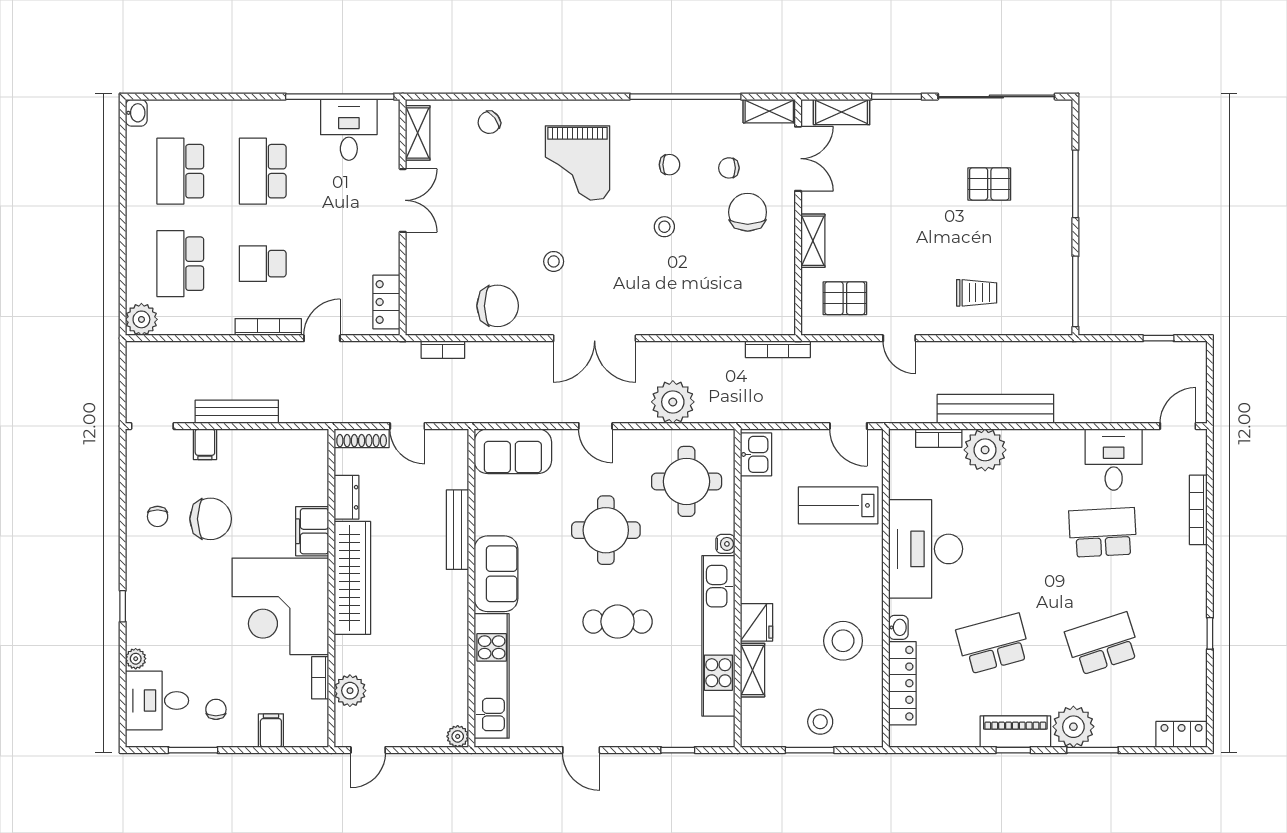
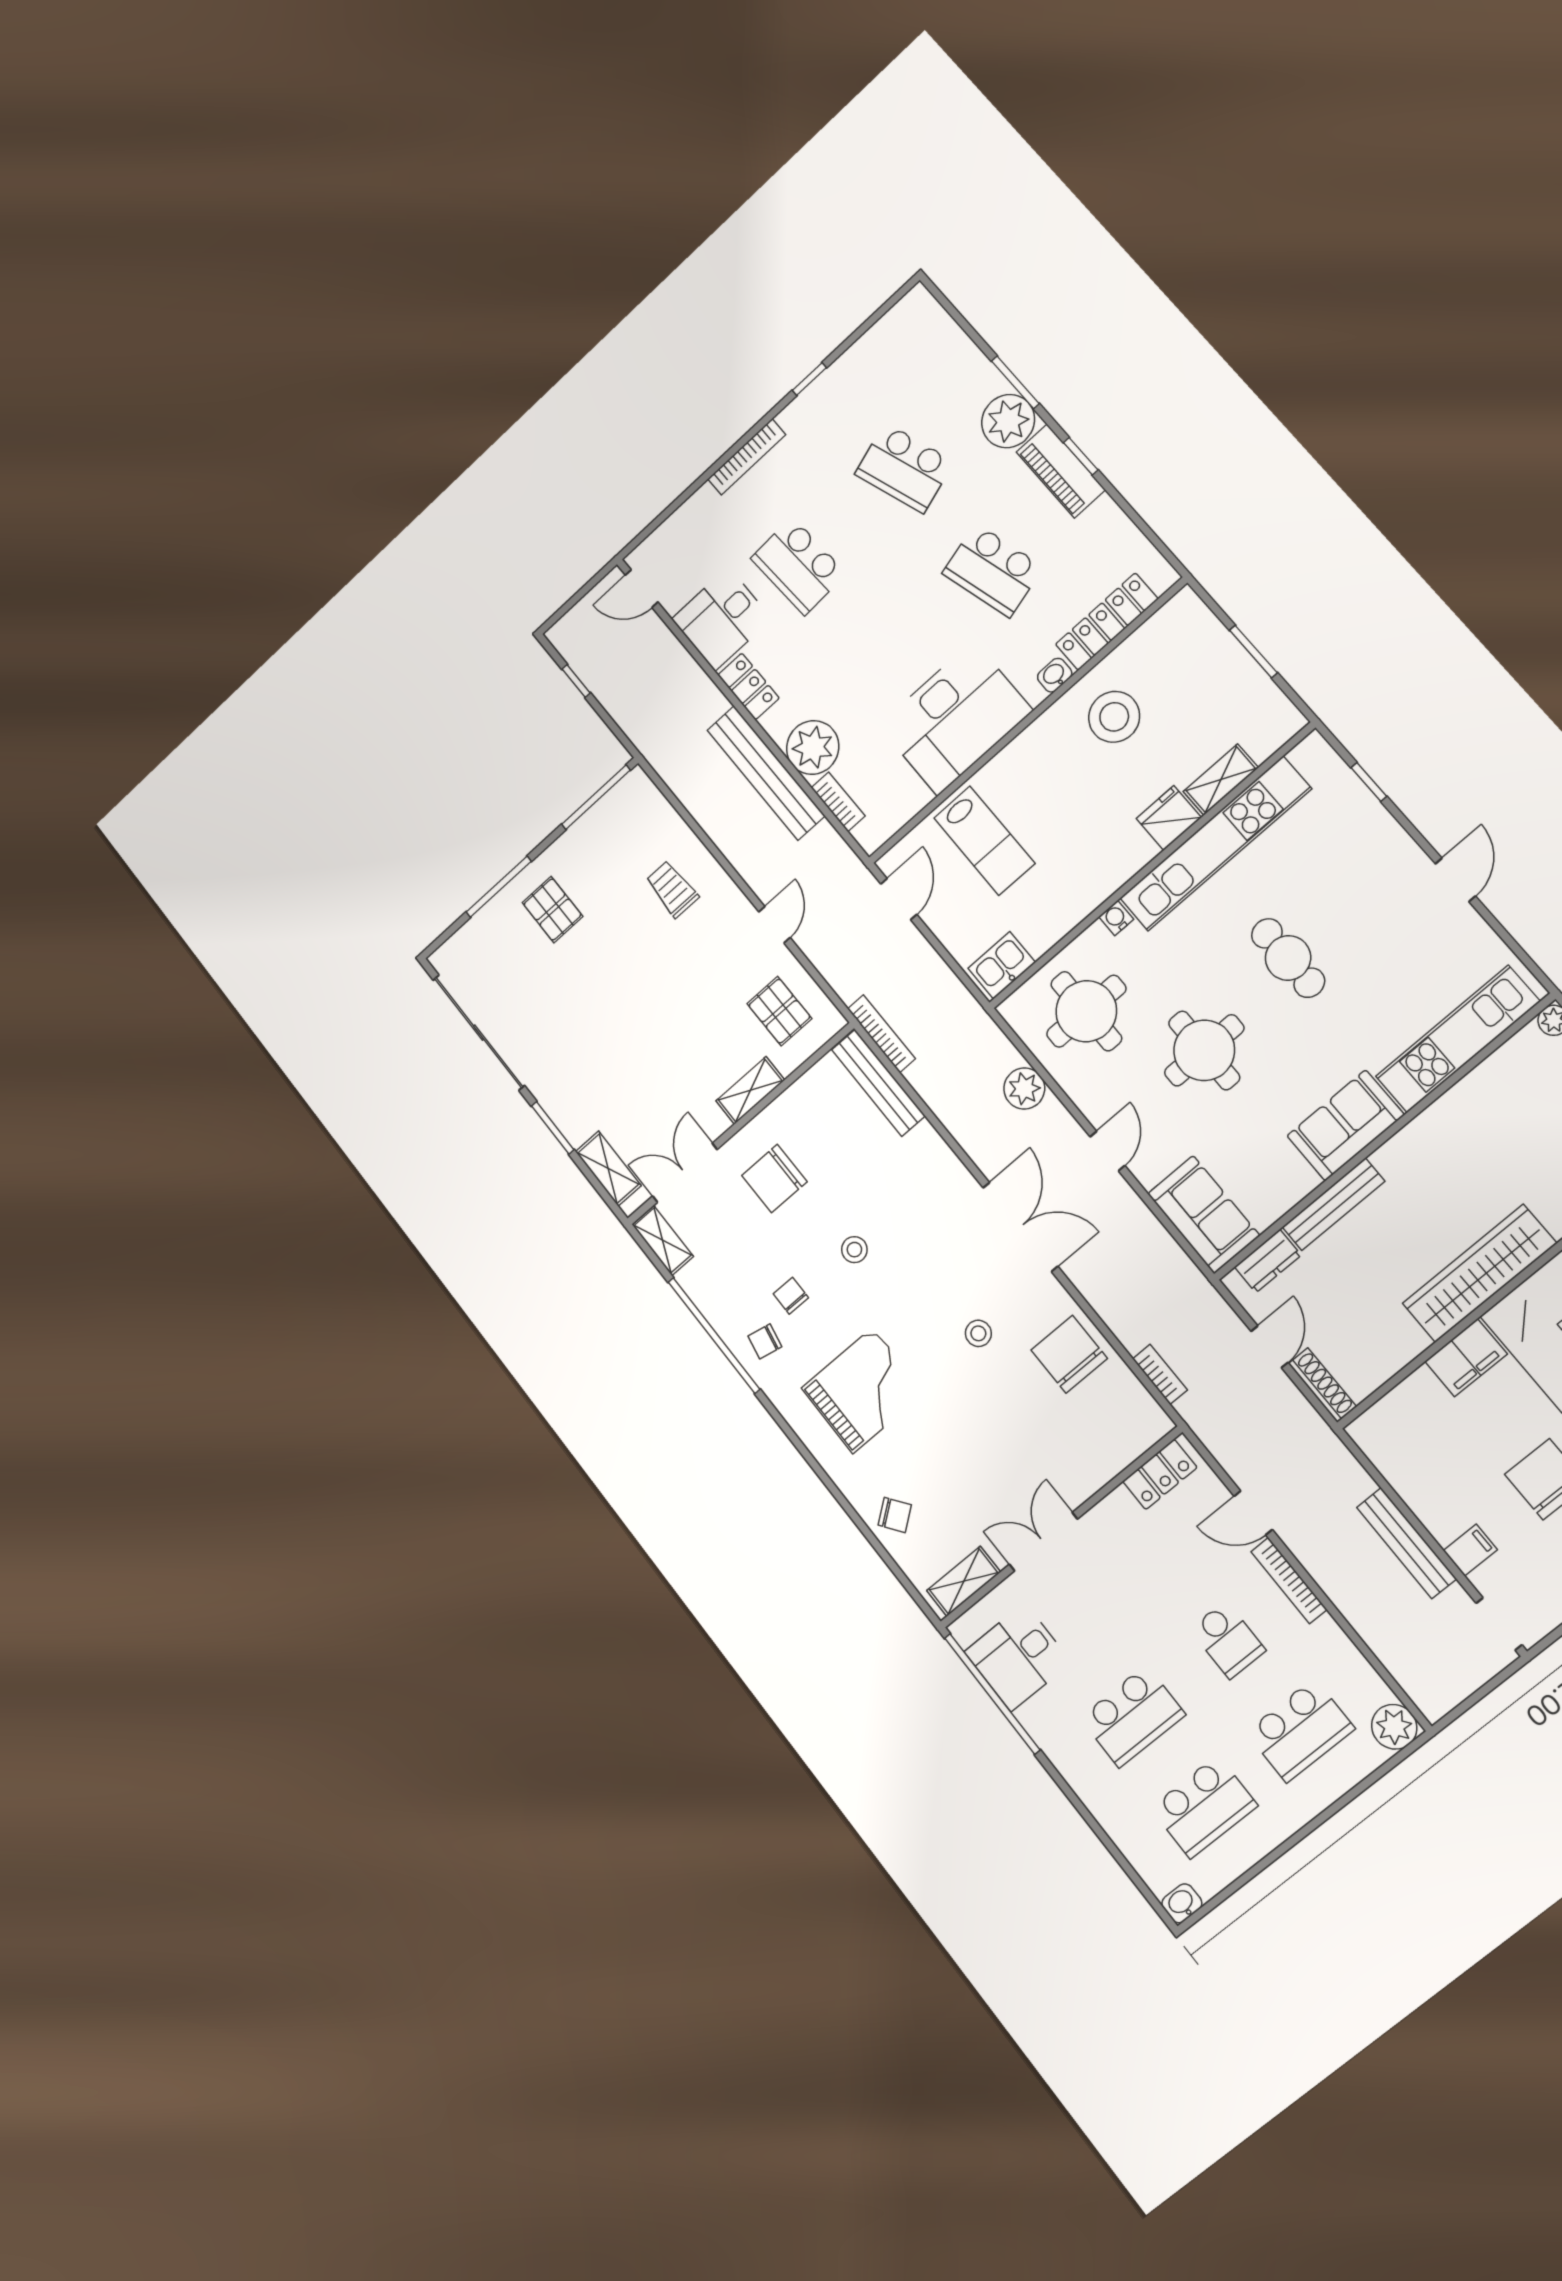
chair: (729, 168) -> (765, 1341), moved, turned 101
pallet: (989, 184) -> (552, 910), moved
bench: (750, 323) -> (878, 1083), added
plant: (673, 402) -> (1024, 1089), width x0.73, depth x0.73
dresser: (346, 497) -> (1268, 1261), moved, turned 180
bookcase: (1198, 510) -> (747, 457), moved
stool: (820, 722) -> (1215, 667), removed
locker: (1182, 734) -> (749, 686), moved, turned 180

